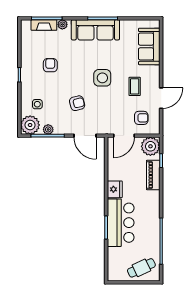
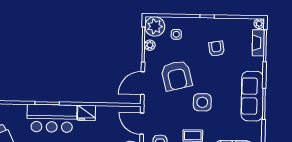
plant: (62, 24) -> (259, 24), moved
armchair: (50, 65) -> (216, 49), turned -99
armchair: (77, 103) -> (176, 76), width x1.88, depth x1.88

